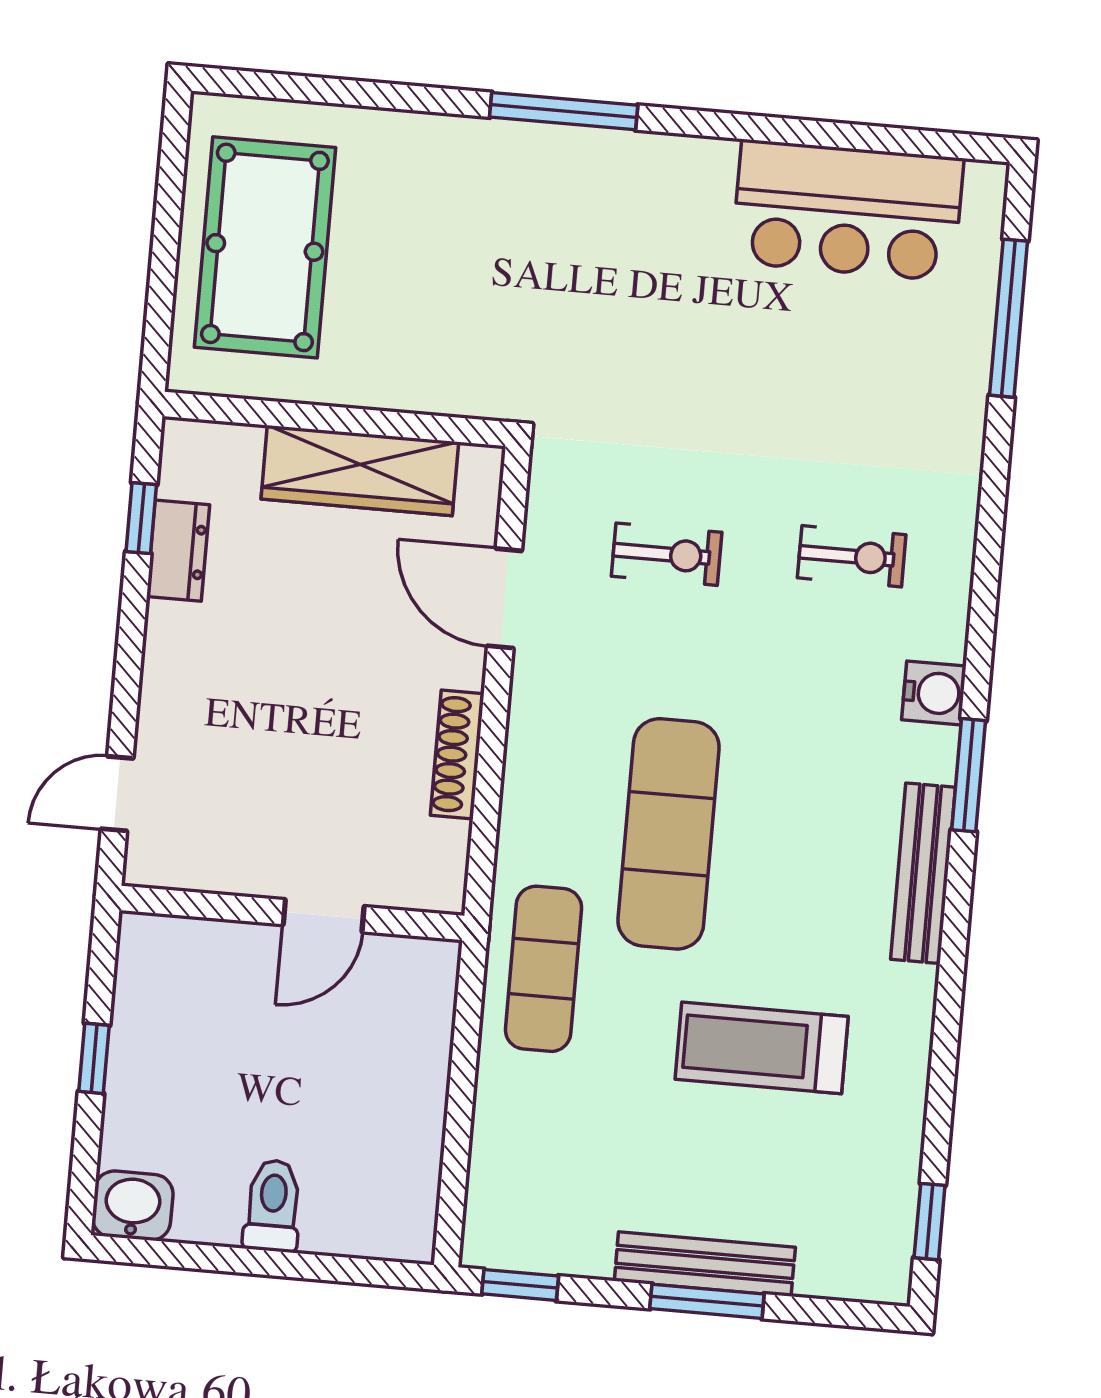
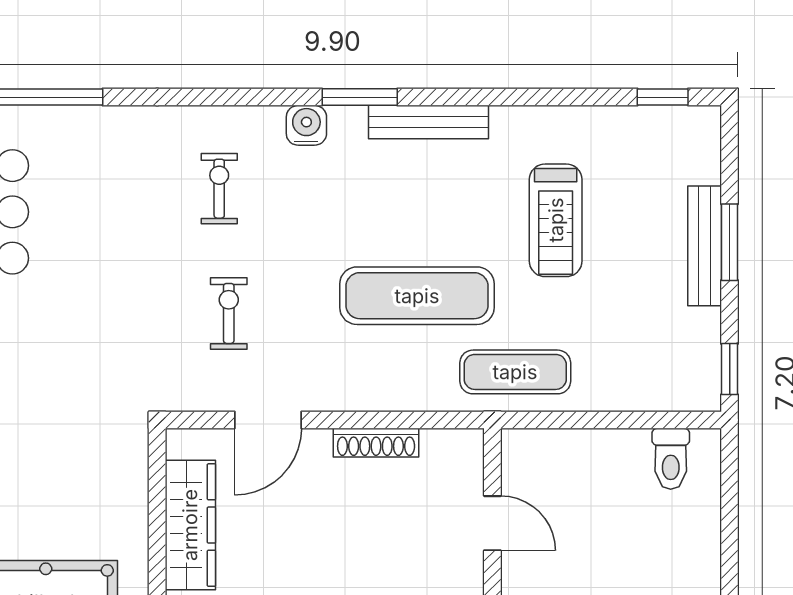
toilet: (273, 1206) -> (671, 459), moved, turned -90

